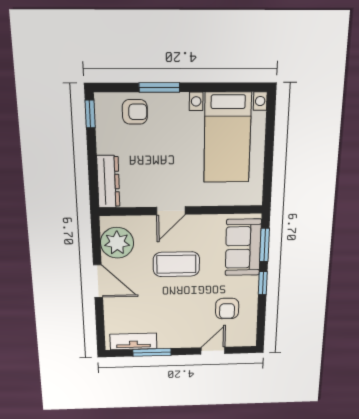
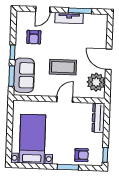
armchair: (135, 112) -> (82, 155), turned 180
armchair: (227, 309) -> (34, 37), turned 180
tv unit: (133, 341) -> (69, 18), moved

